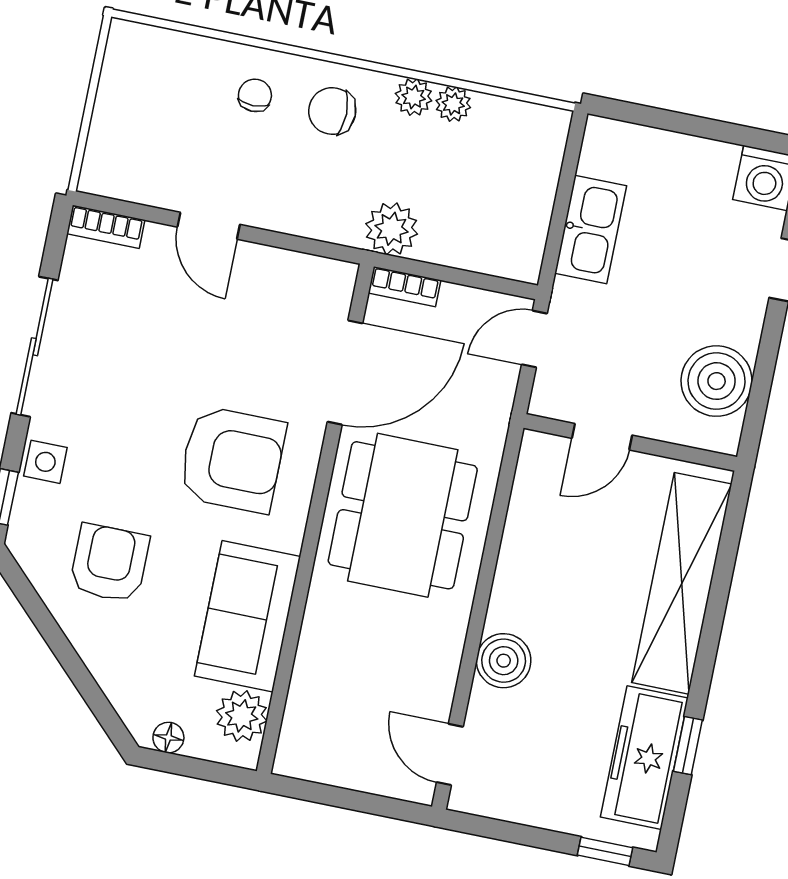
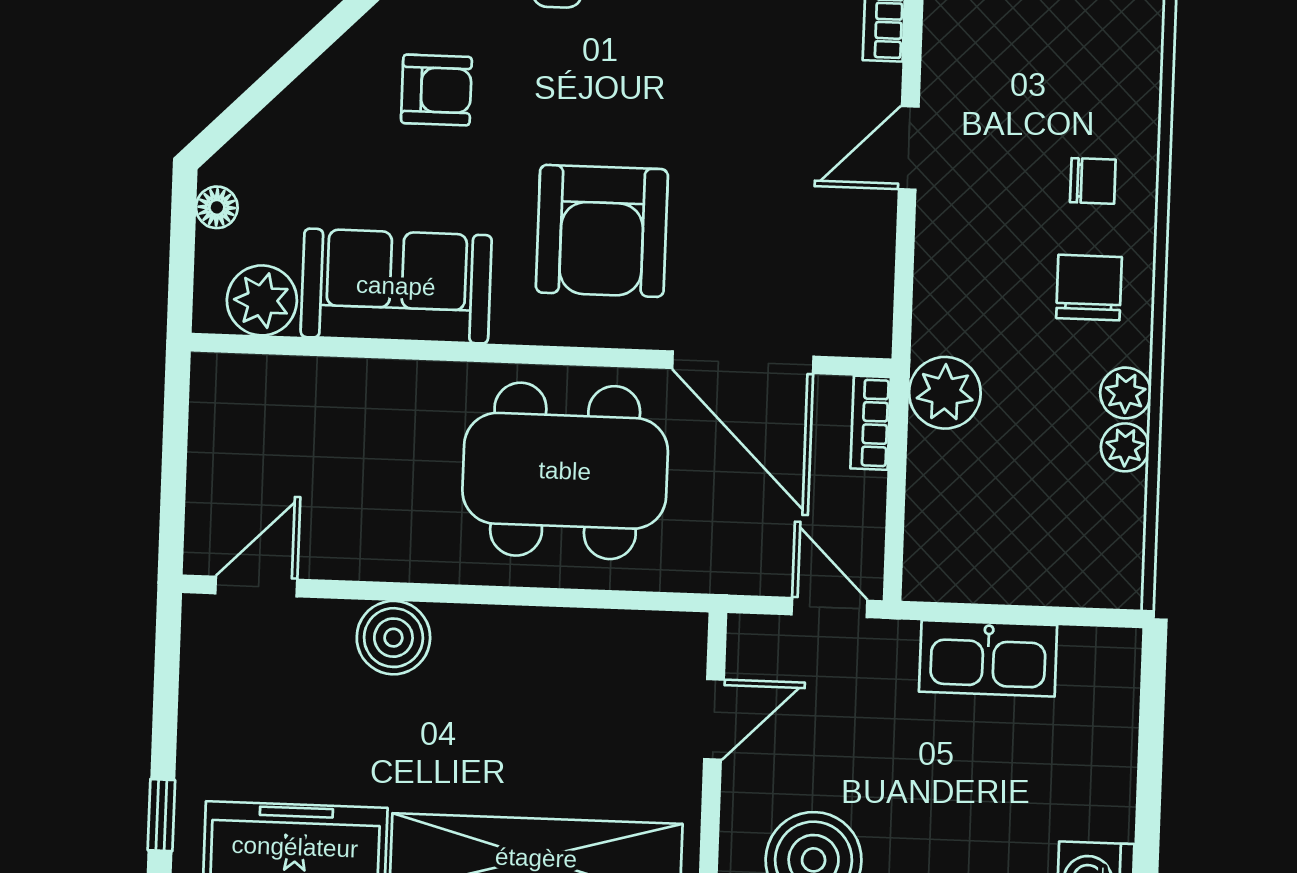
door: (602, 437) -> (714, 719), swing flipped
armchair: (109, 563) -> (436, 90), width x0.72, depth x0.72

